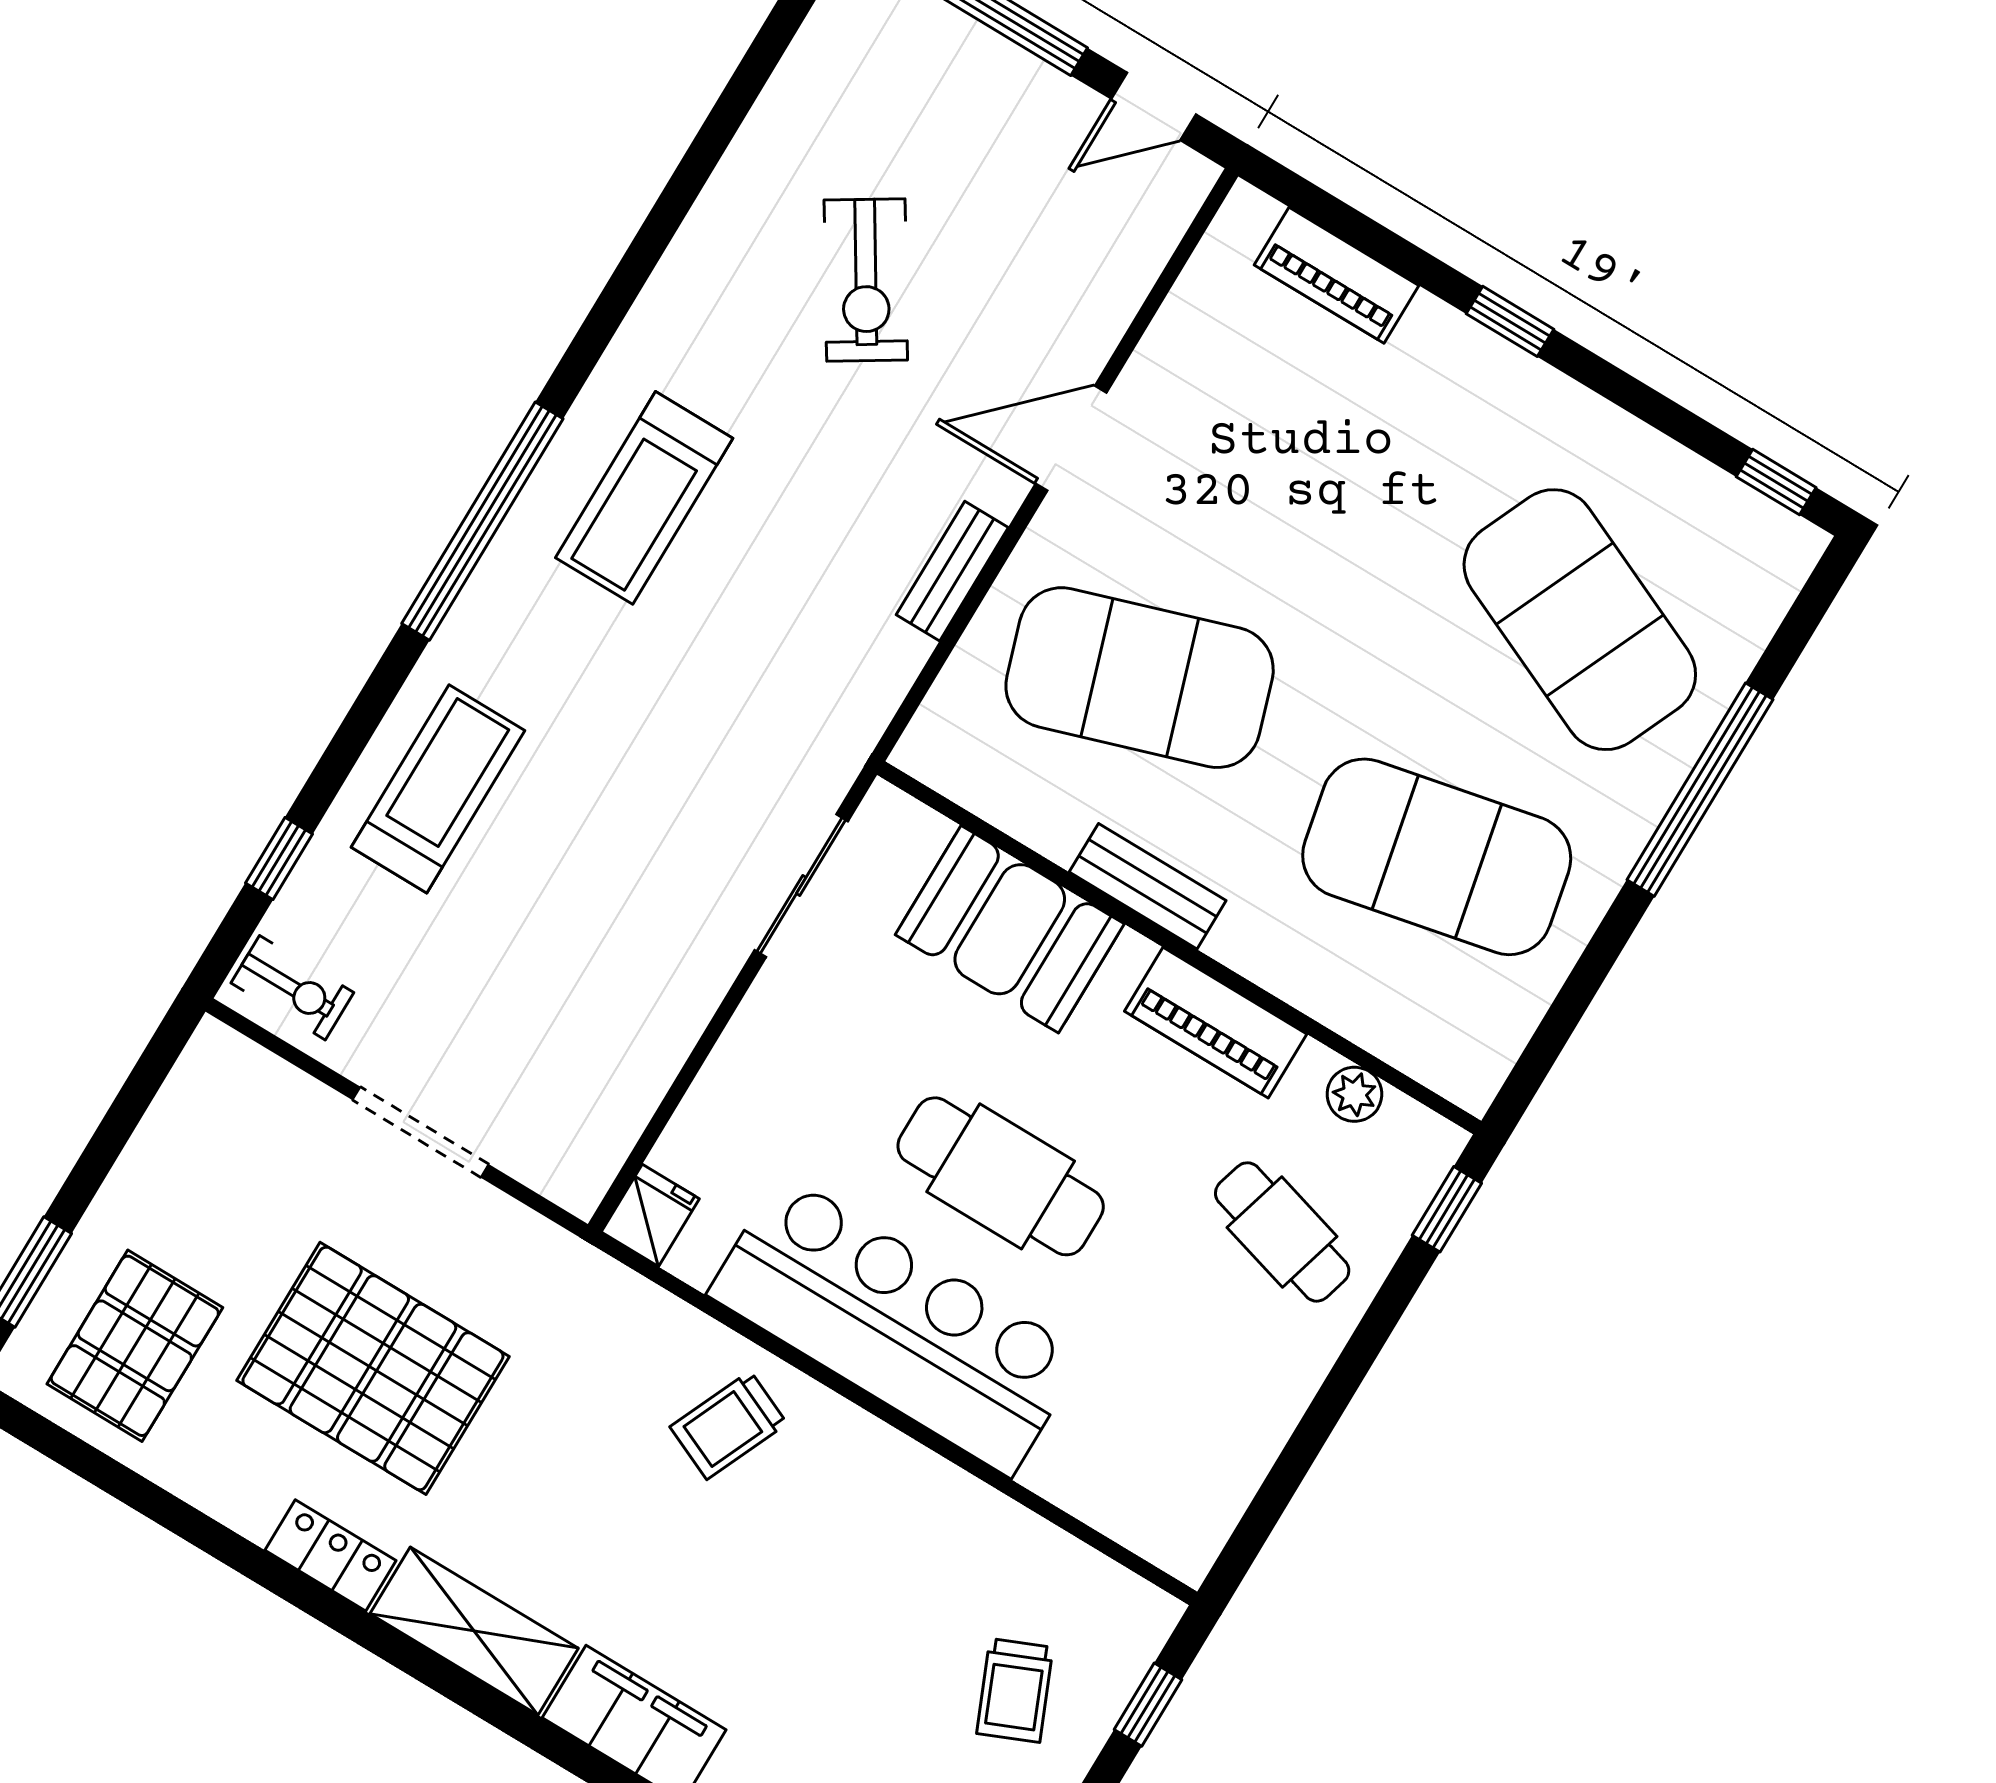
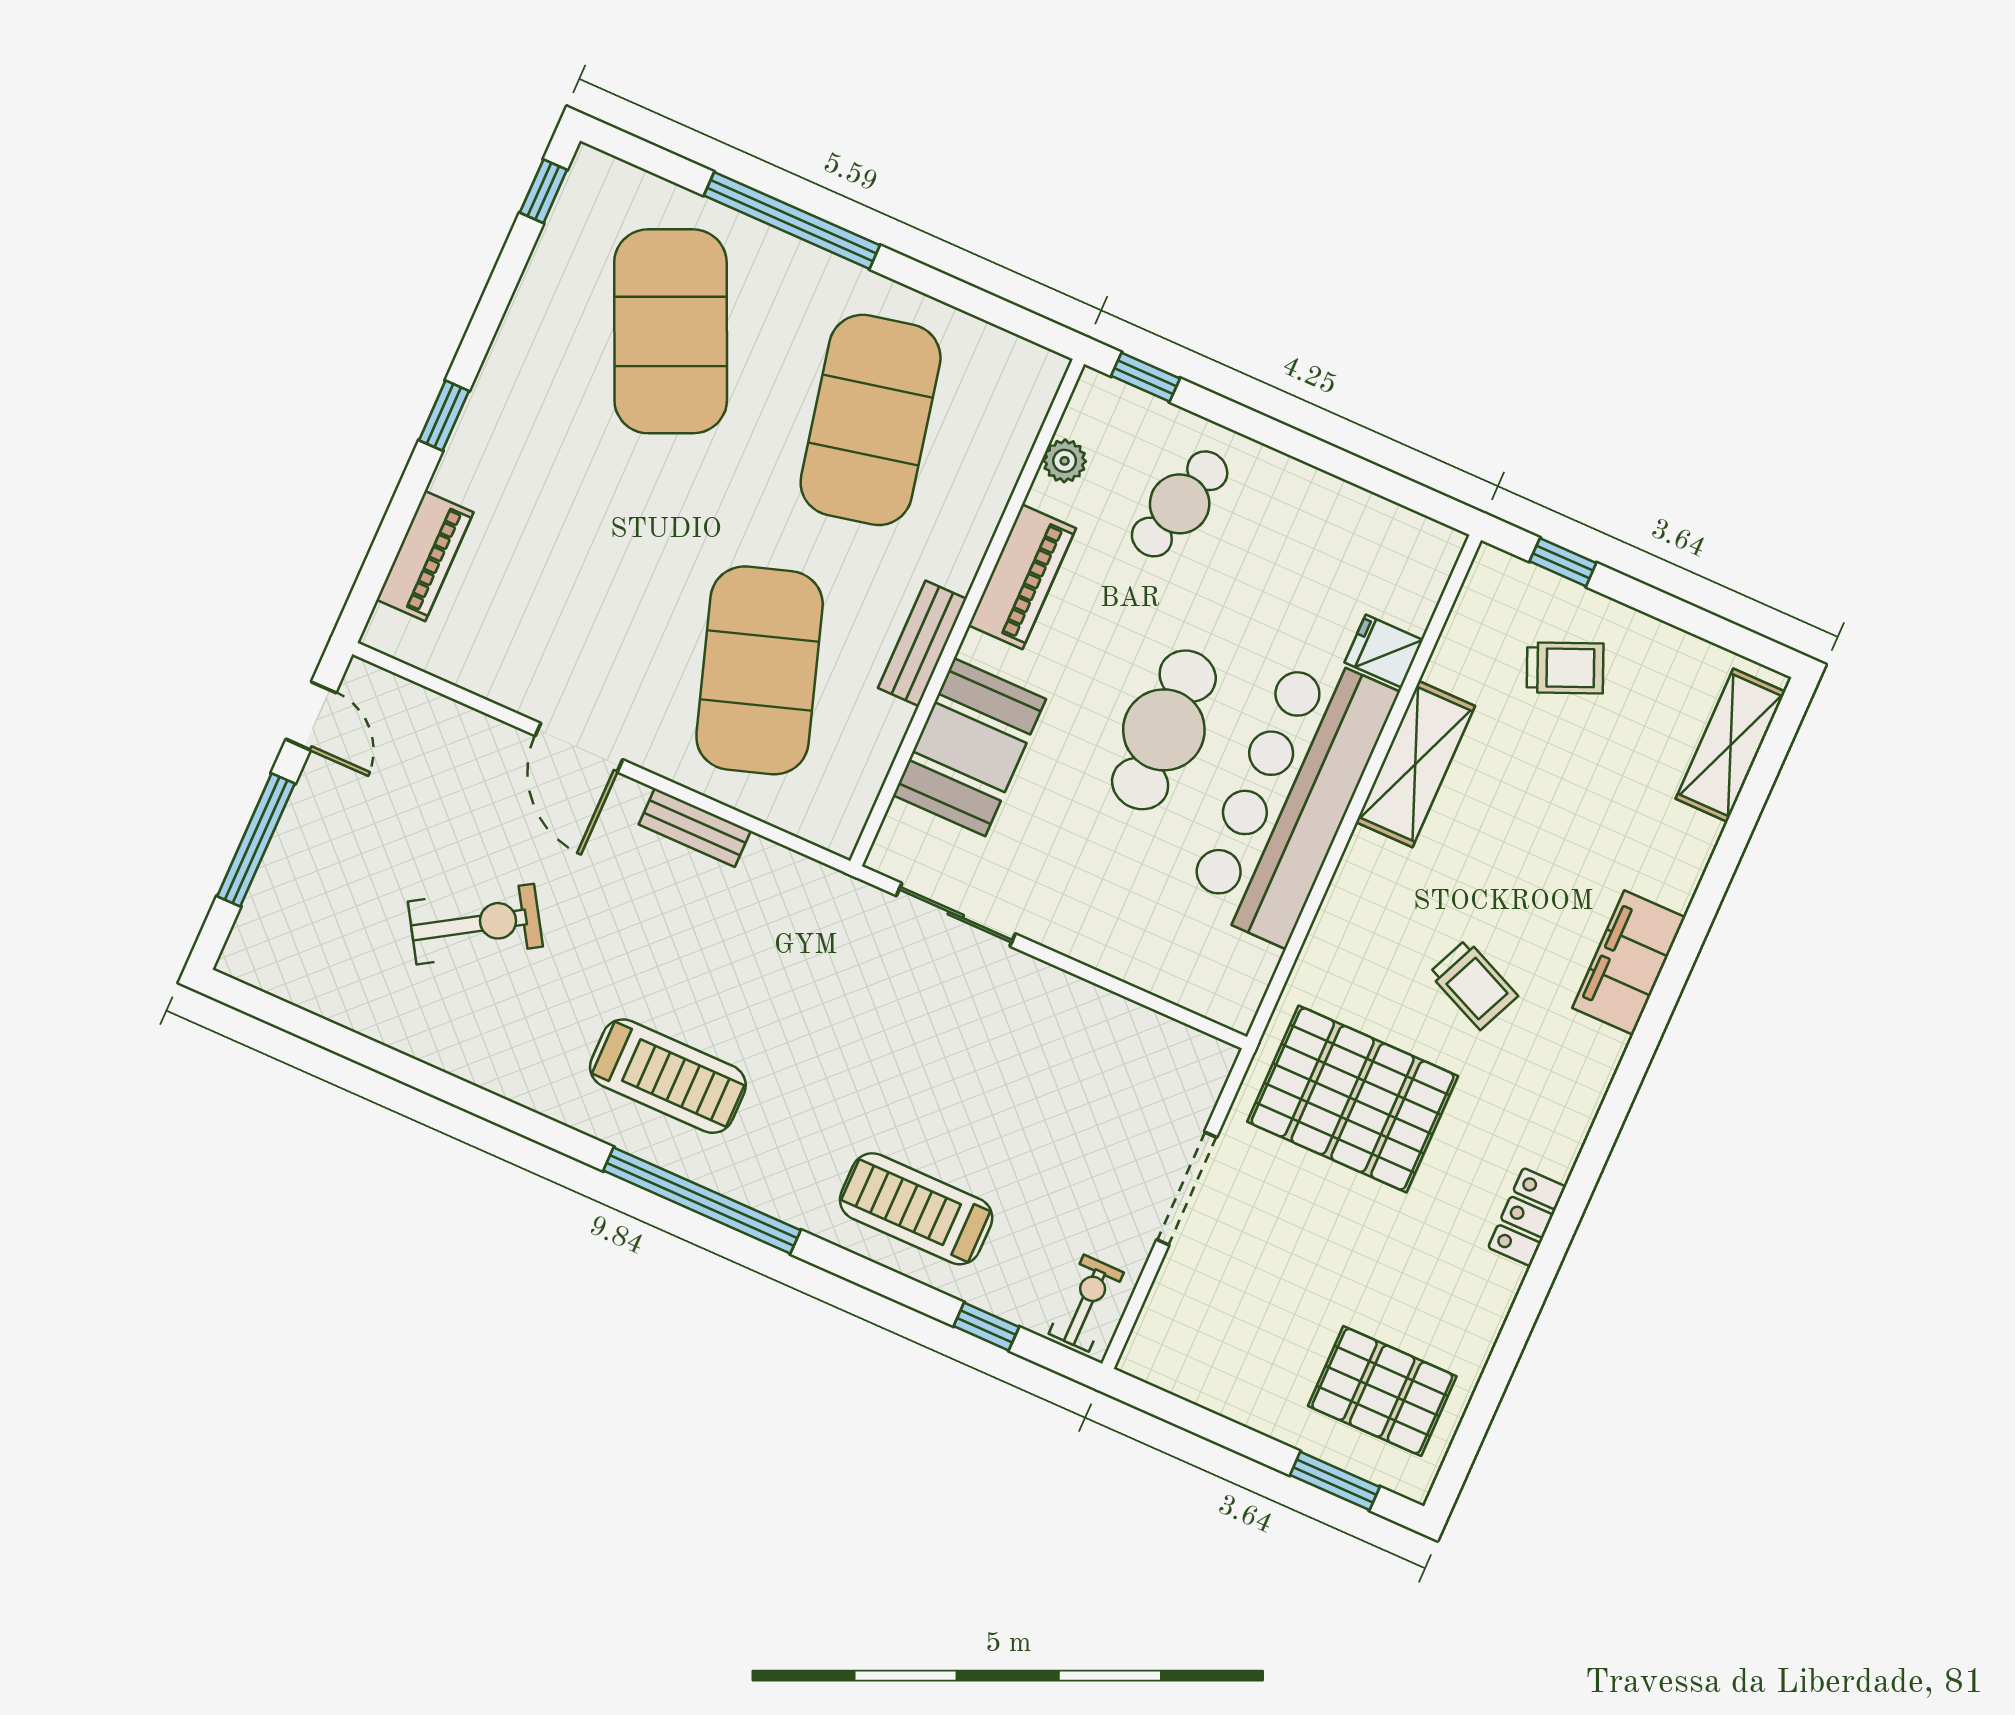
exercise mat: (1580, 620) -> (671, 331), turned -48
fridge: (650, 1215) -> (1384, 651), moved
pallet: (373, 1368) -> (1353, 1099), moved, turned 90
trolley: (728, 1425) -> (1473, 985), moved
shelving: (474, 1631) -> (1415, 764), moved

